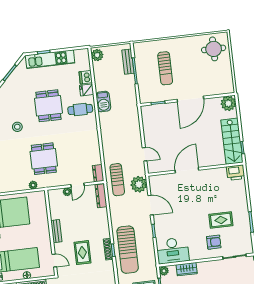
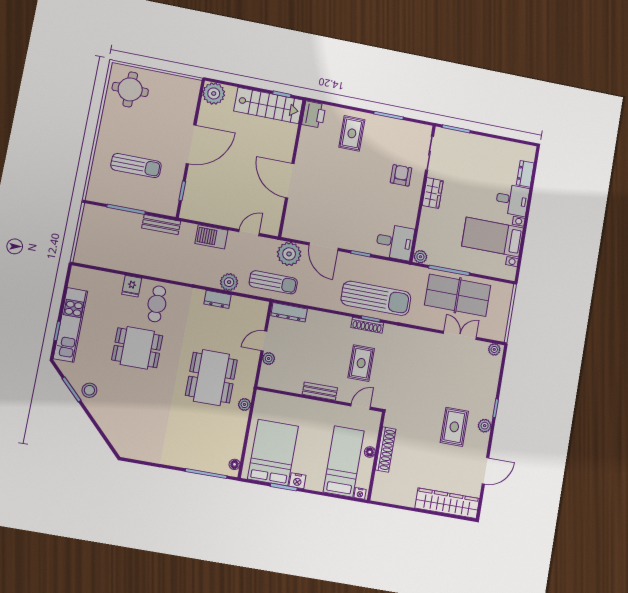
plant: (97, 55) -> (229, 282), moved
bench: (128, 62) -> (161, 225), moved
dishwasher: (86, 77) -> (113, 282), removed
door: (190, 99) -> (191, 144), hinge flipped
barbecue: (103, 102) -> (211, 237), moved, turned 180
stool: (17, 127) -> (89, 390), moved
dining table: (44, 159) -> (211, 378), width x1.38
dresser: (98, 173) -> (218, 299), moved
door: (77, 185) -> (264, 341), swing flipped
door: (151, 205) -> (323, 247), swing flipped
rug: (221, 220) -> (352, 133), moved
desk: (173, 251) -> (395, 242), width x0.73
rug: (82, 253) -> (361, 363), turned 90
wardrobe: (187, 269) -> (433, 193), moved

